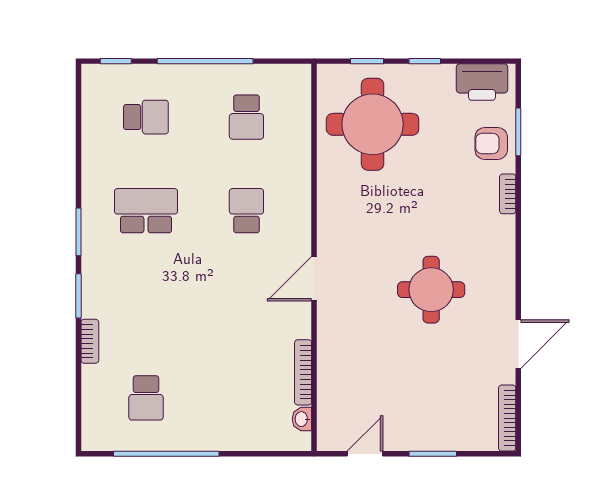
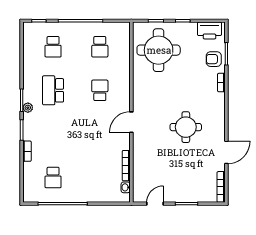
school desk: (146, 117) -> (53, 47), turned 90
school desk: (146, 211) -> (53, 90), turned -90
plant: (92, 248) -> (28, 108), added

